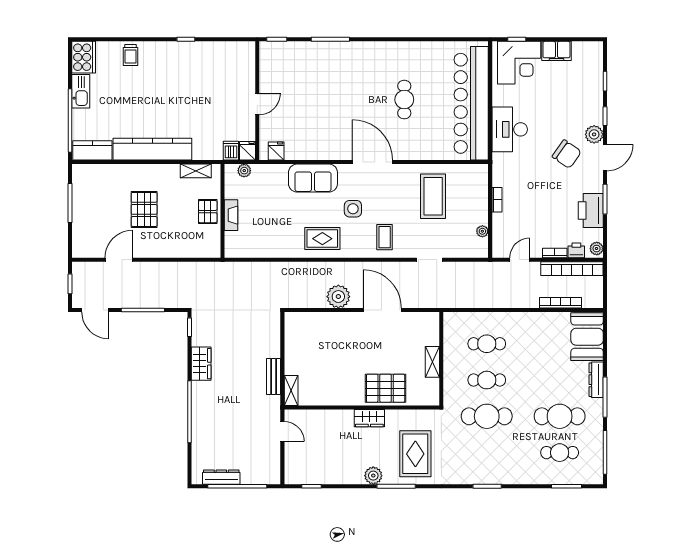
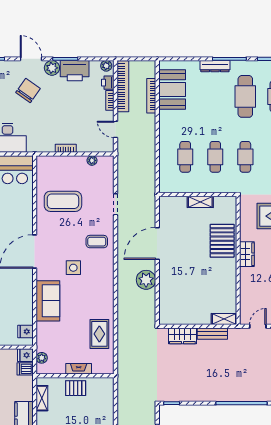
plant: (594, 134) -> (52, 68), moved
rug: (322, 239) -> (99, 334), moved
booth: (587, 337) -> (172, 89), moved, turned 90
wardrobe: (201, 364) -> (182, 336), moved, turned 180
cafe table: (487, 416) -> (245, 157), width x0.73, depth x0.74

